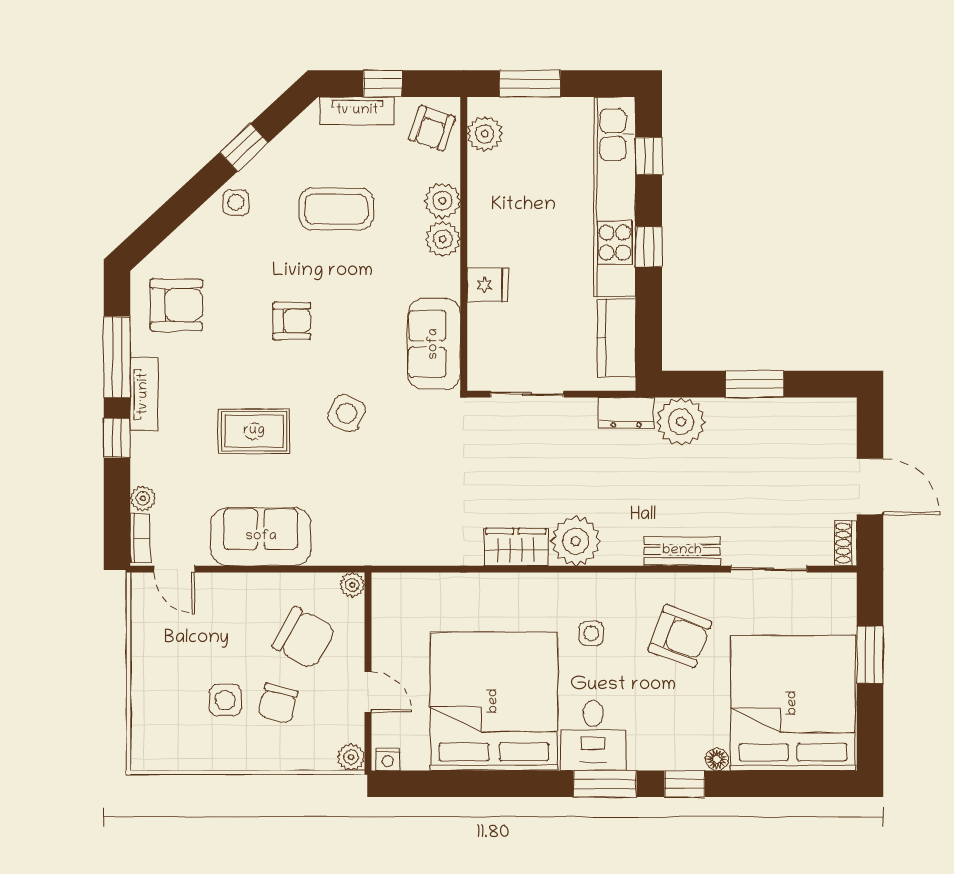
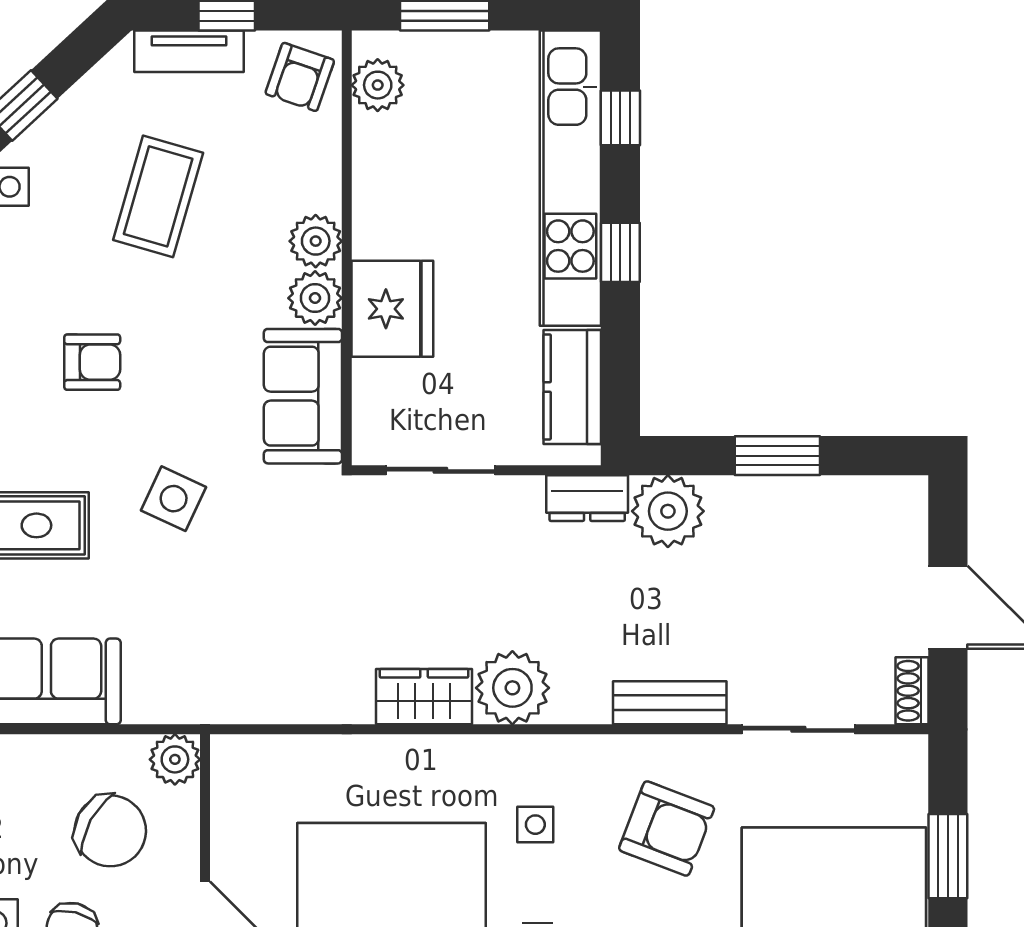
plant: (442, 201) -> (315, 298), moved
coffee table: (336, 209) -> (158, 196), turned -74
fridge: (488, 285) -> (392, 309), width x1.88, depth x1.34
plant: (352, 585) -> (175, 759), width x1.38, depth x1.38

